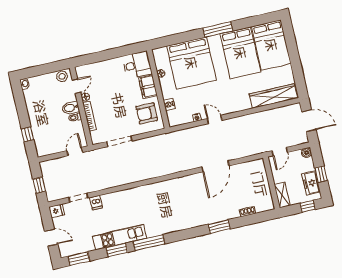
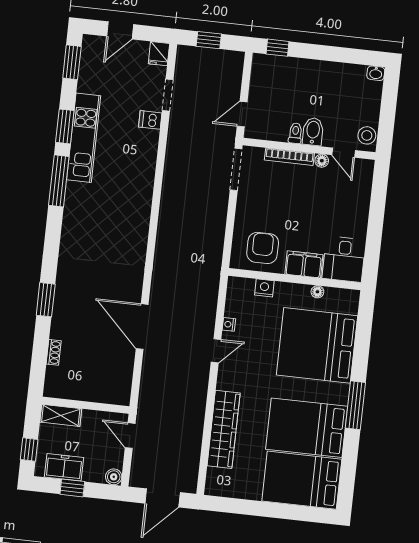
wardrobe: (273, 96) -> (224, 429), moved
window: (28, 134) -> (278, 48), moved
doorway: (119, 141) -> (236, 169), moved
door: (75, 152) -> (242, 114), swing flipped

